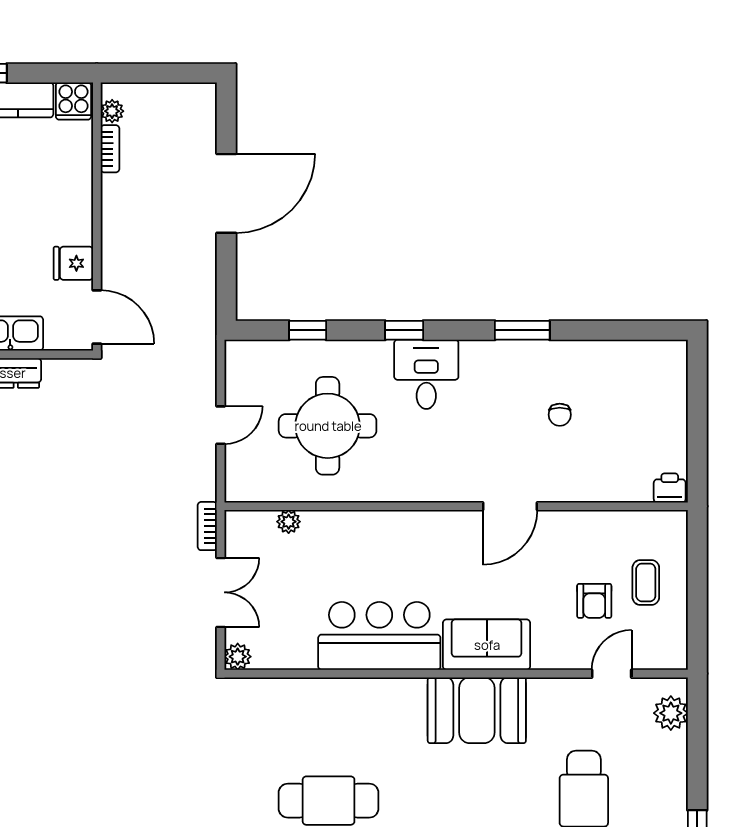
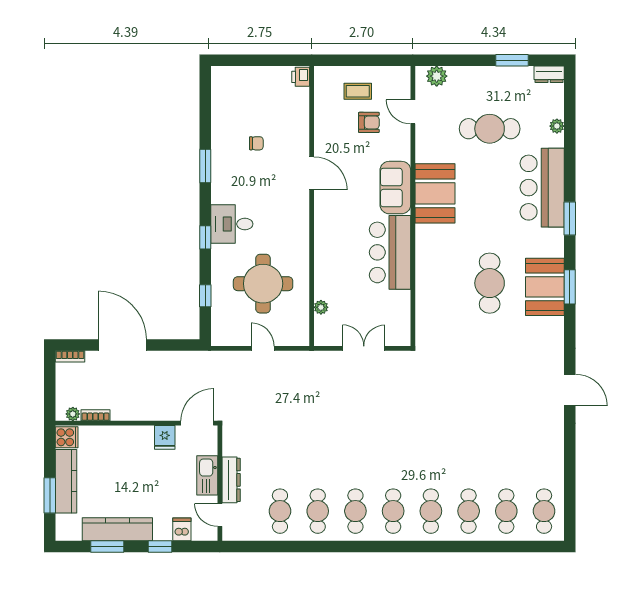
bookcase: (207, 526) -> (70, 356), moved
plant: (238, 657) -> (403, 338), removed

